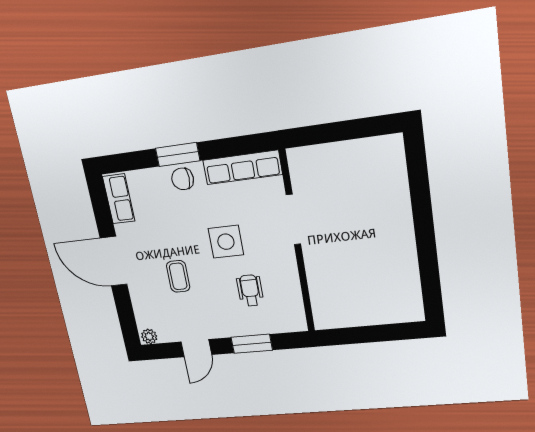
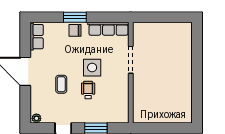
wheelchair: (250, 290) -> (88, 90), moved

